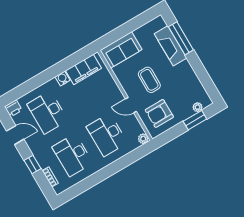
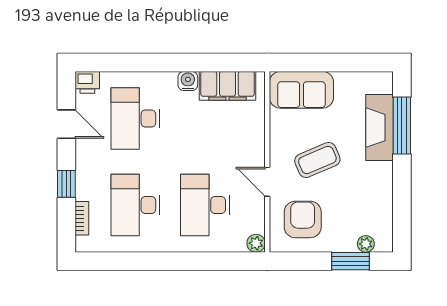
coffee table: (149, 80) -> (317, 160), turned 67
armchair: (159, 113) -> (303, 219), turned 90

